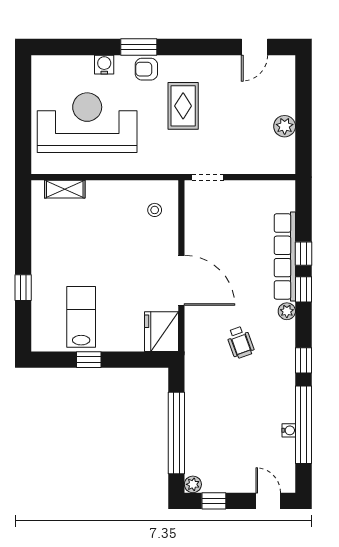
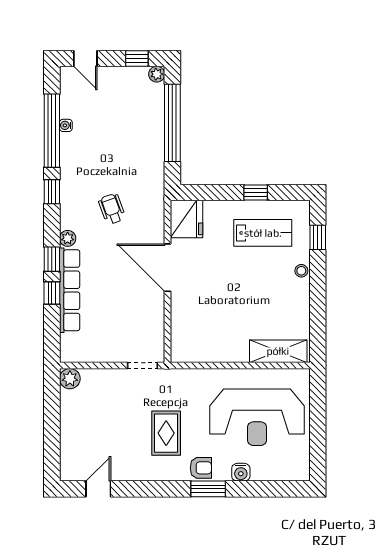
plant: (285, 126) -> (70, 379), moved
shelving: (65, 189) -> (278, 351), width x1.50, depth x1.33
stool: (155, 210) -> (301, 271), moved
window: (23, 288) -> (318, 237), moved
lab bench: (81, 317) -> (263, 233), turned -90

